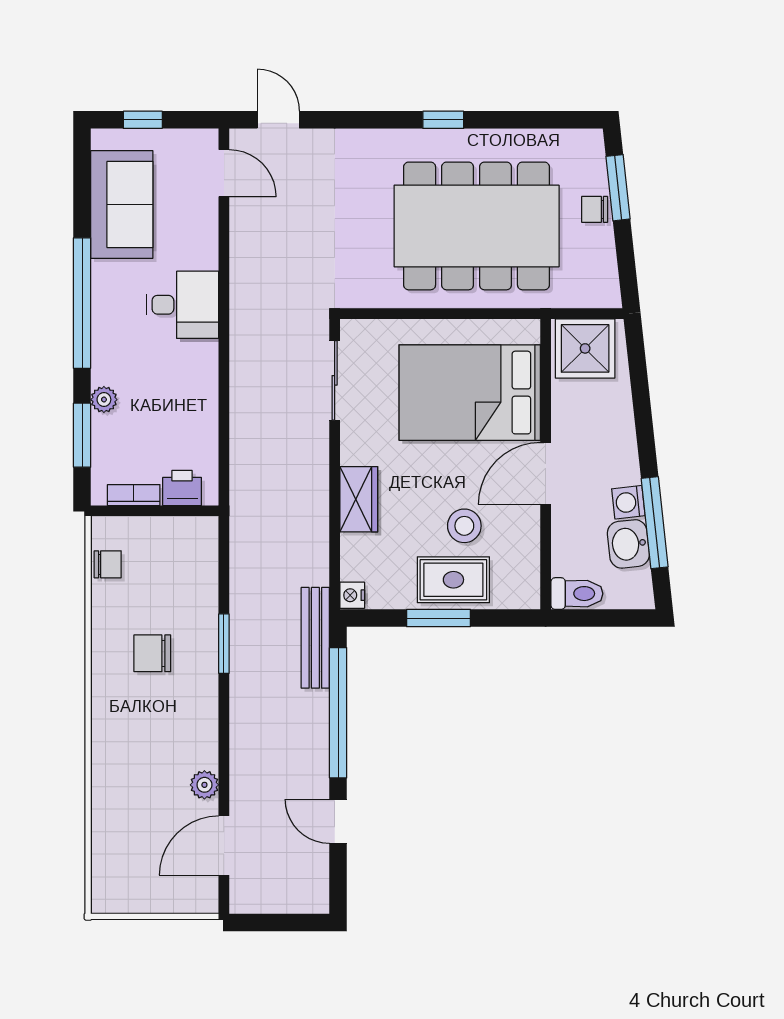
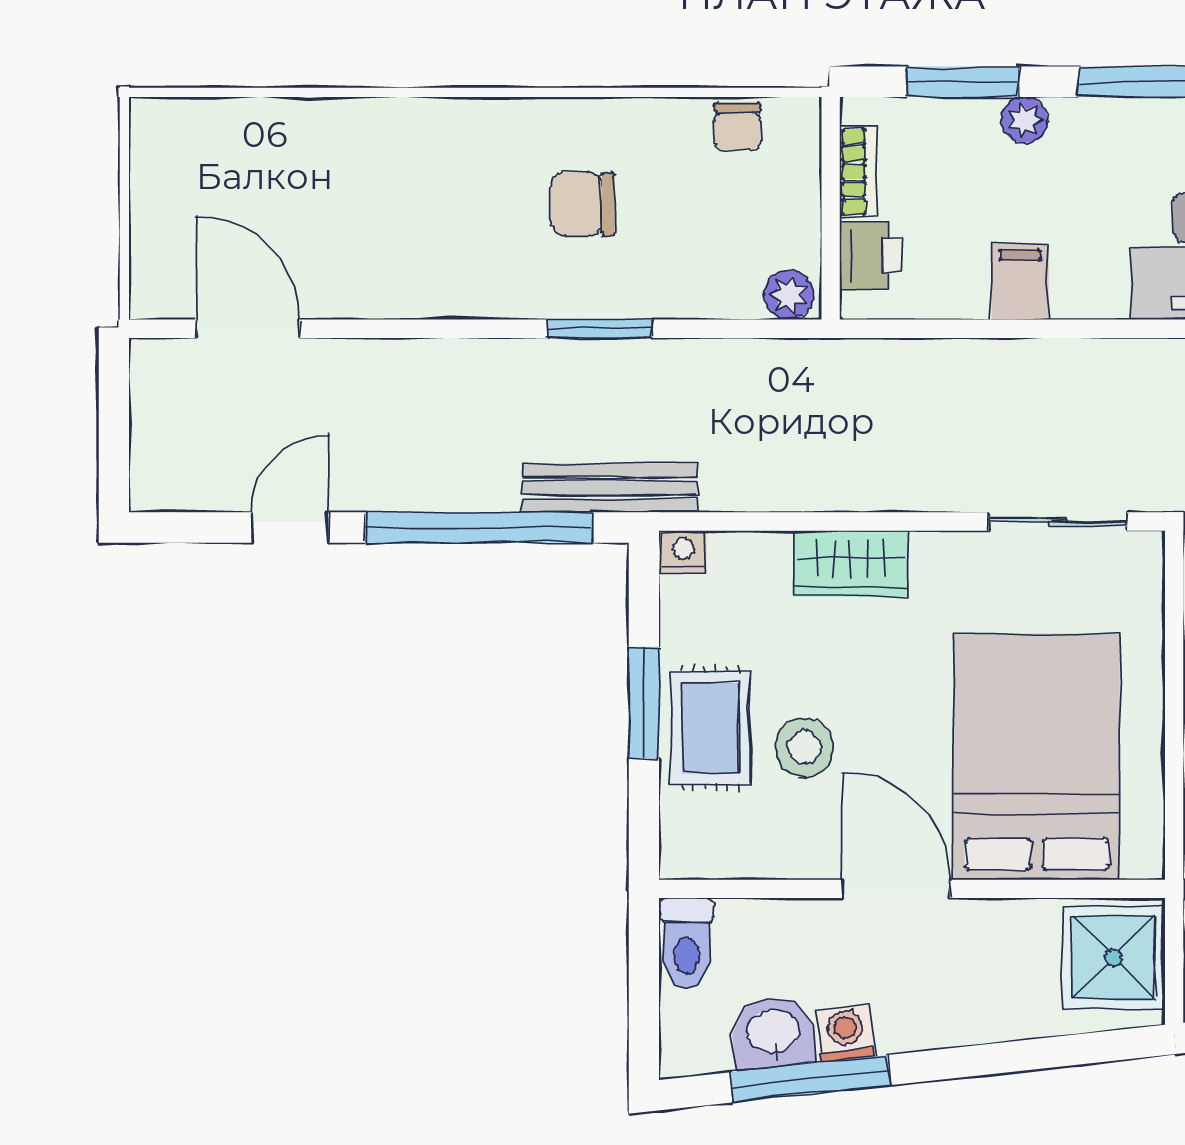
filing cabinet: (197, 402) -> (1020, 282), added
chair: (152, 653) -> (583, 204), turned -90
plant: (204, 785) -> (789, 295), moved

